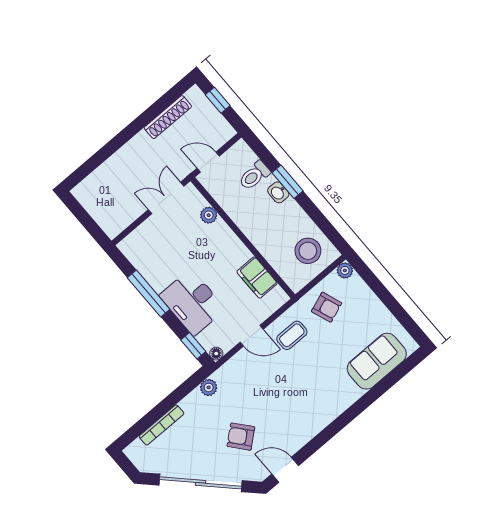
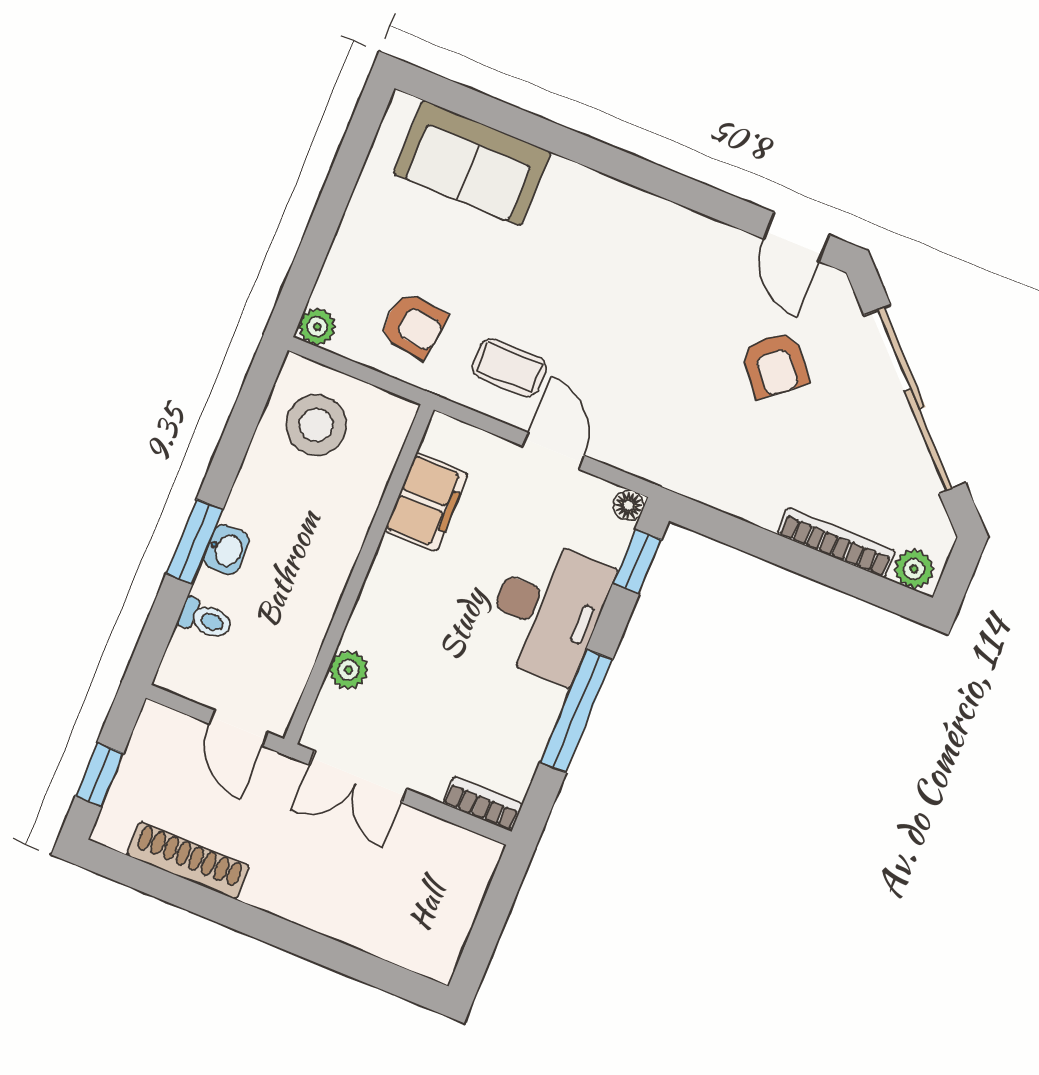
toilet: (254, 175) -> (205, 619), width x0.73, depth x0.72
bookcase: (132, 240) -> (483, 804), added
armchair: (327, 307) -> (413, 325), turned 117
plant: (209, 387) -> (914, 569), moved

